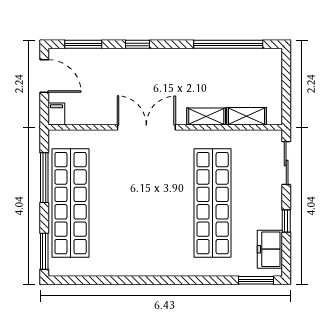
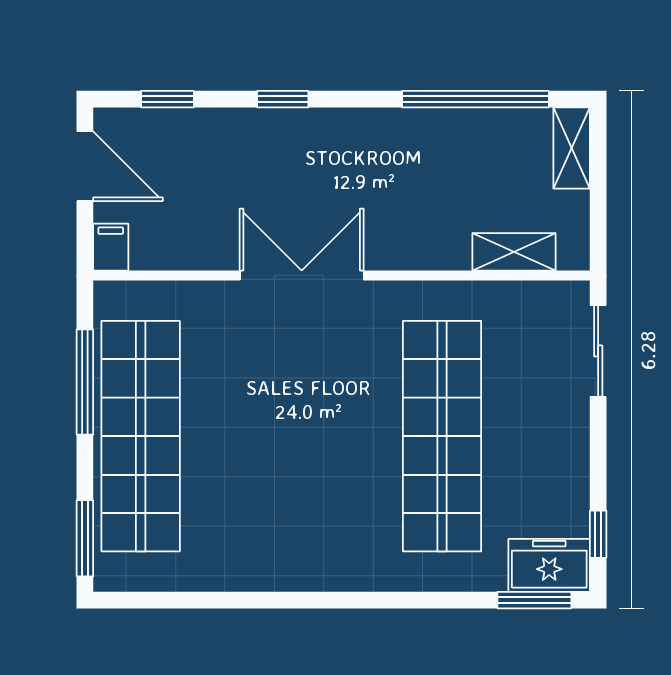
window: (83, 44) -> (167, 99), width x0.67
shelving: (206, 116) -> (572, 148), moved, turned 90
window: (286, 221) -> (598, 534), moved
freezer: (270, 249) -> (549, 565), moved, turned 90

